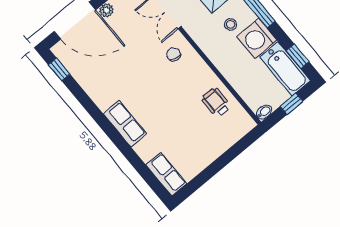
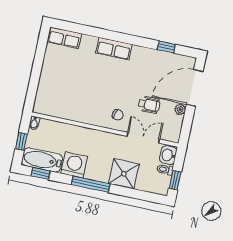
stool: (231, 24) -> (97, 161), removed
window: (59, 69) -> (166, 47), moved
wheelchair: (216, 102) -> (149, 105), moved

